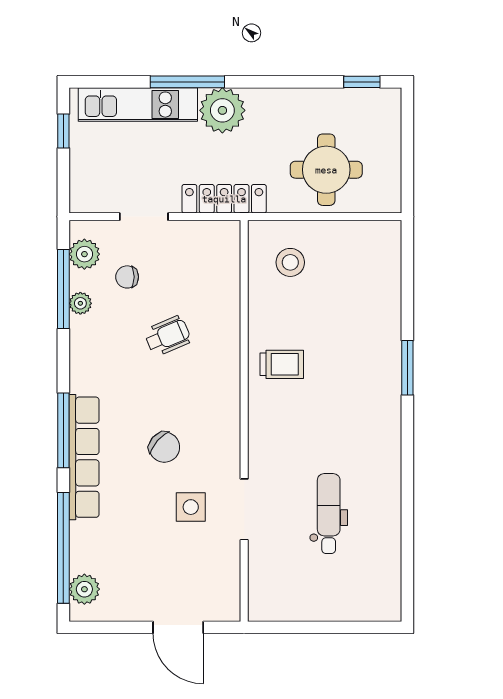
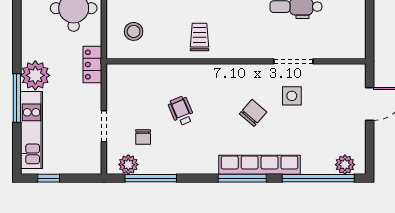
locker: (224, 199) -> (92, 65), width x0.66
plant: (80, 303) -> (160, 167), removed

